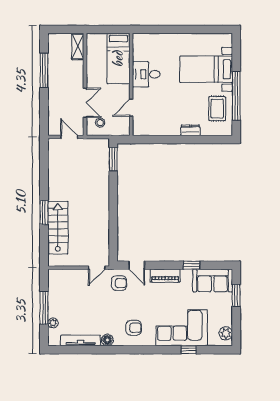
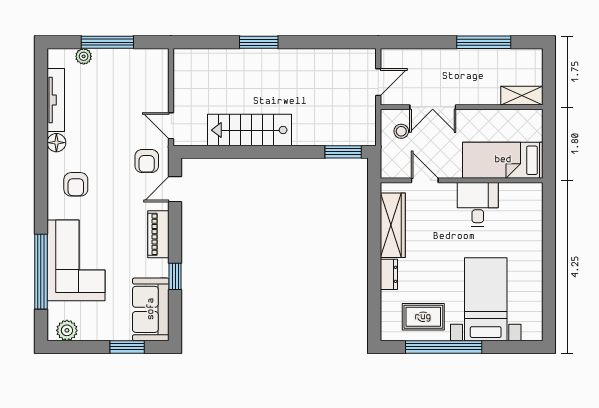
wardrobe: (159, 128) -> (393, 225), added
stairs: (58, 228) -> (250, 130), moved, turned 180
window: (189, 350) -> (41, 272), width x3.17

